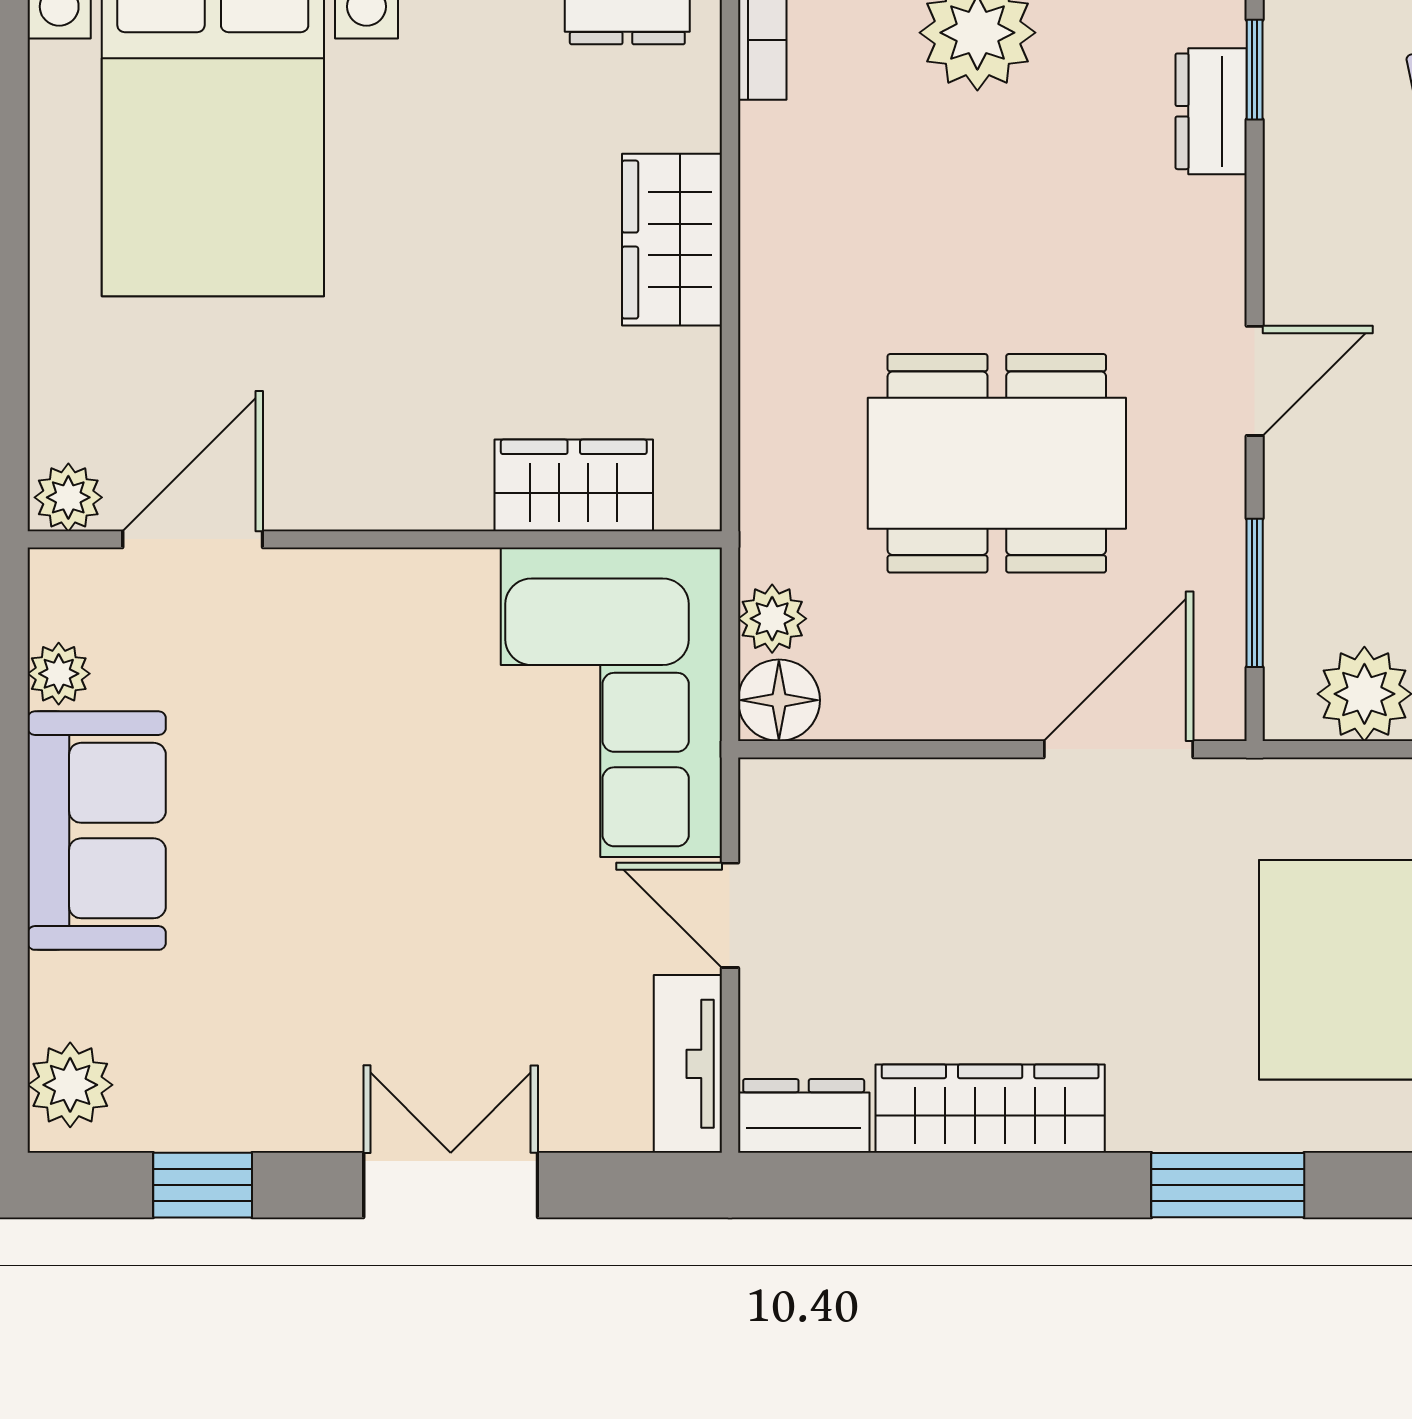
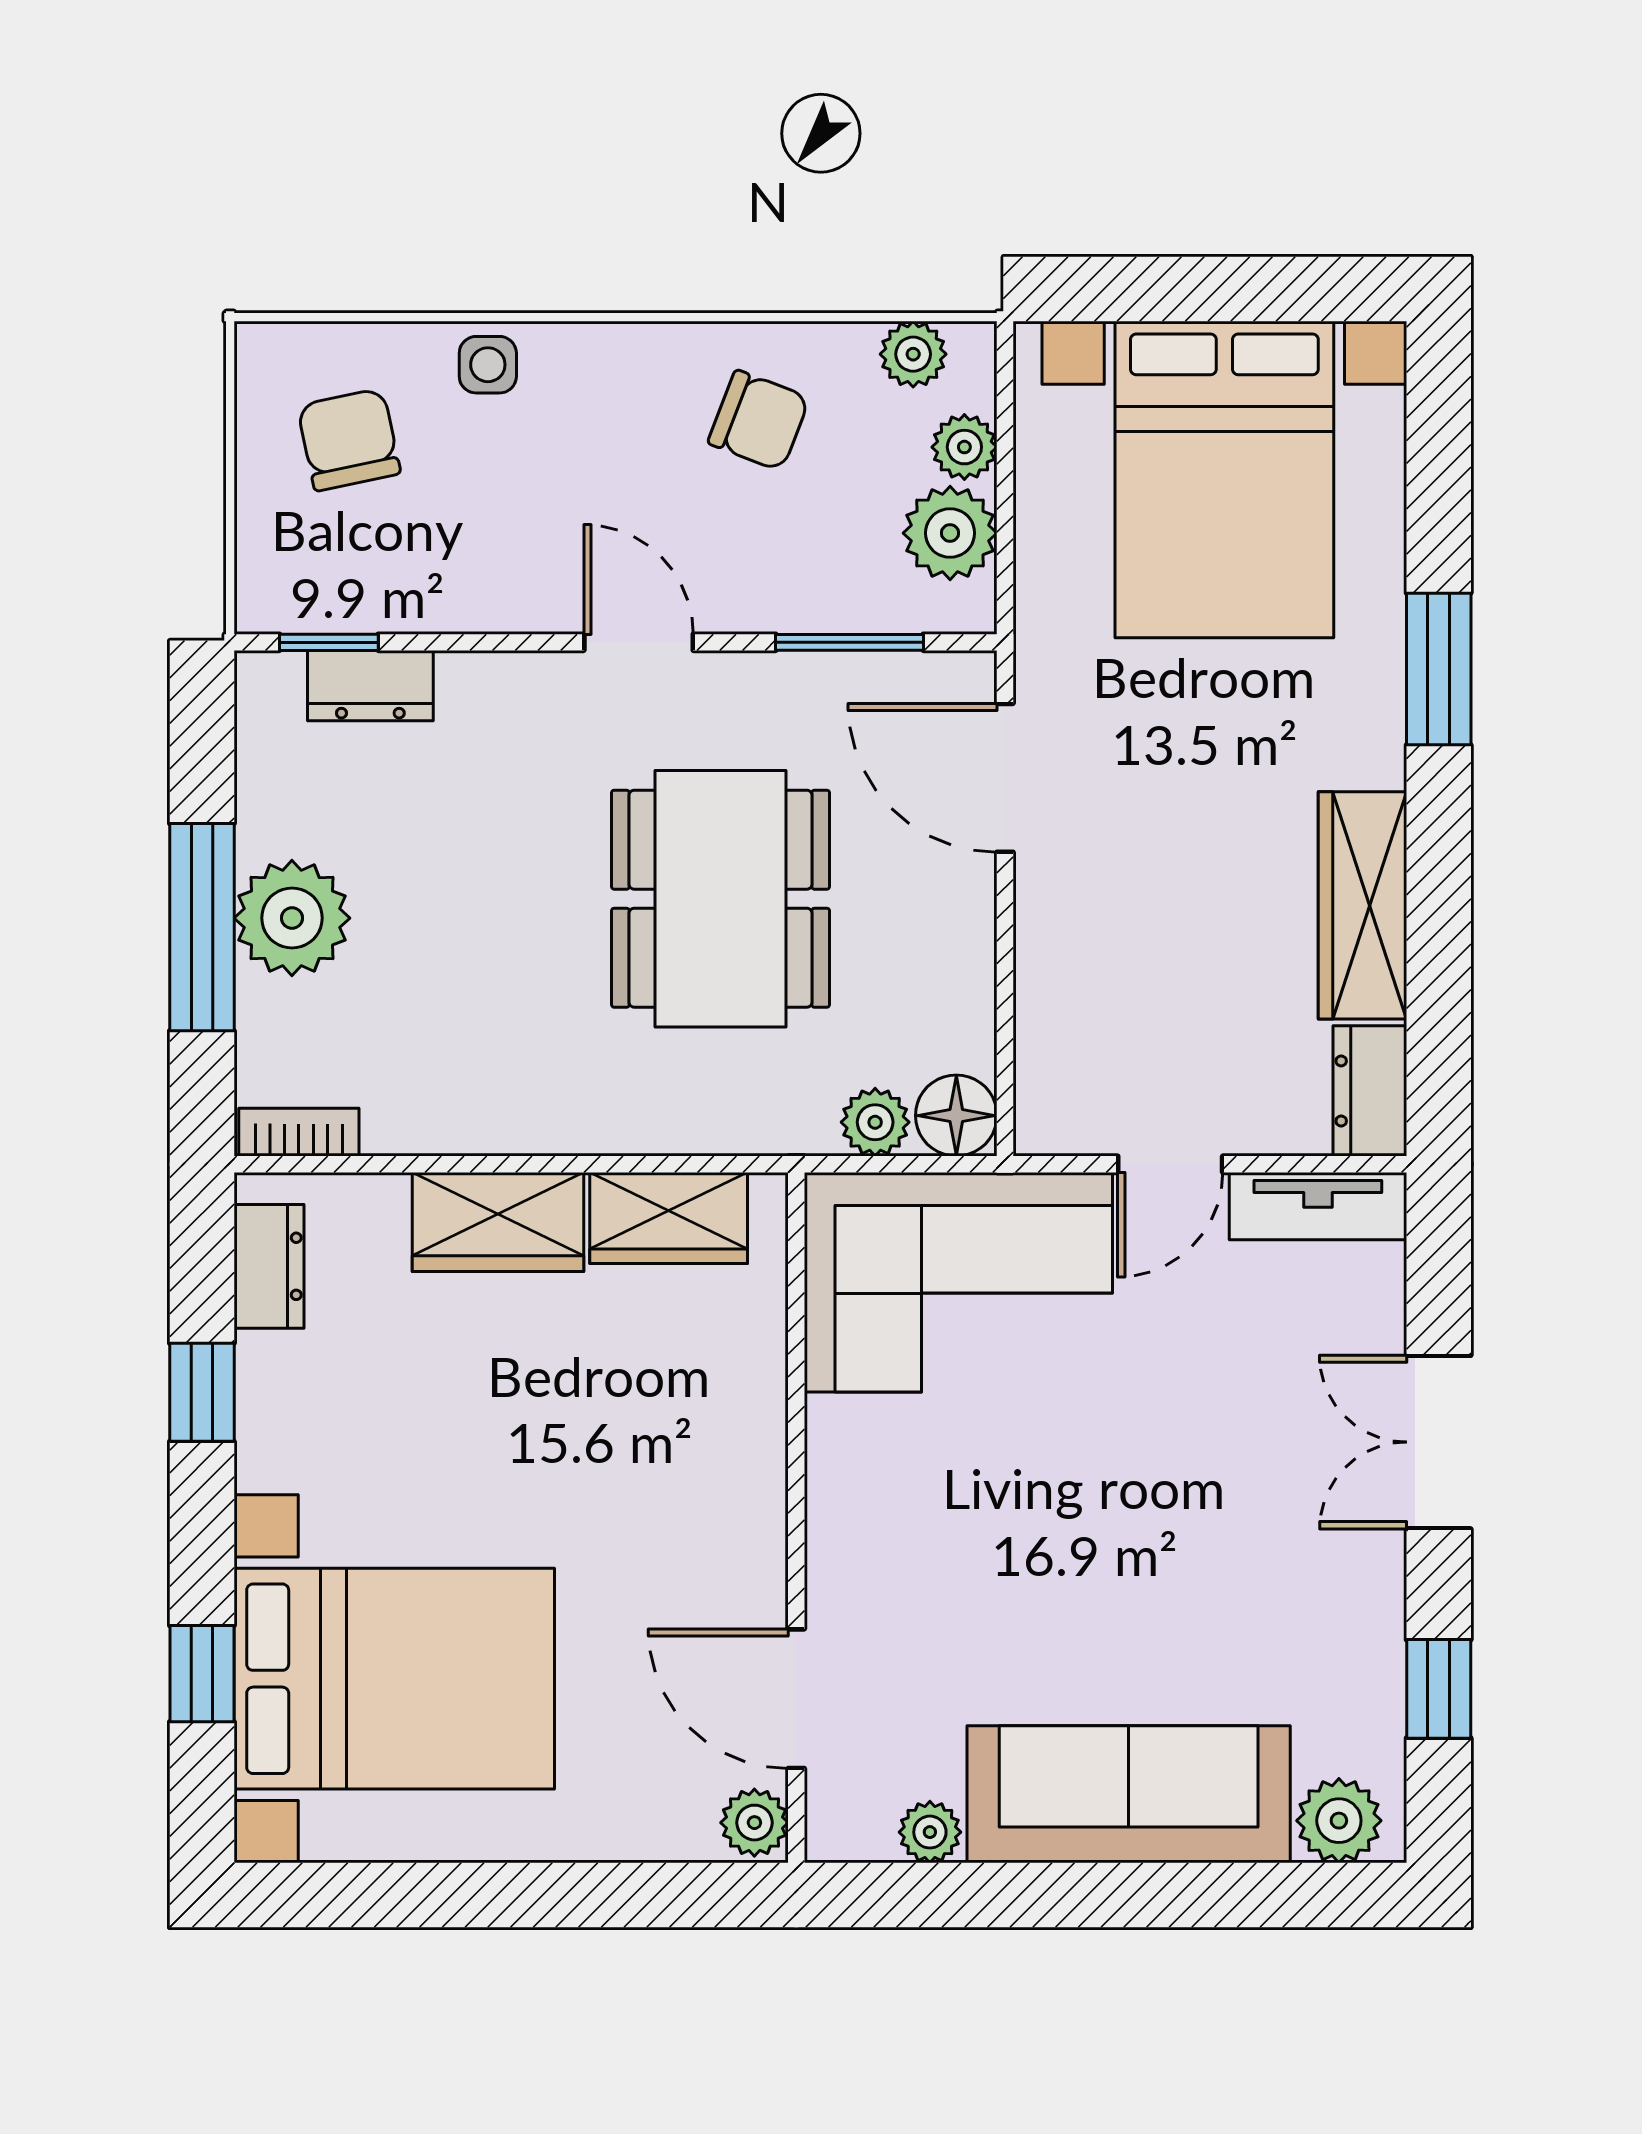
wardrobe: (574, 485) -> (669, 1218), moved, turned -90
sofa: (97, 831) -> (1129, 1794), width x1.36

